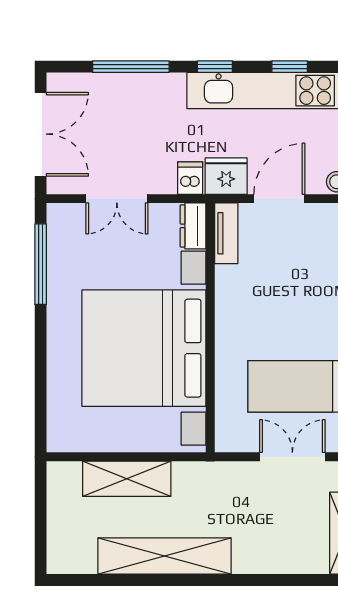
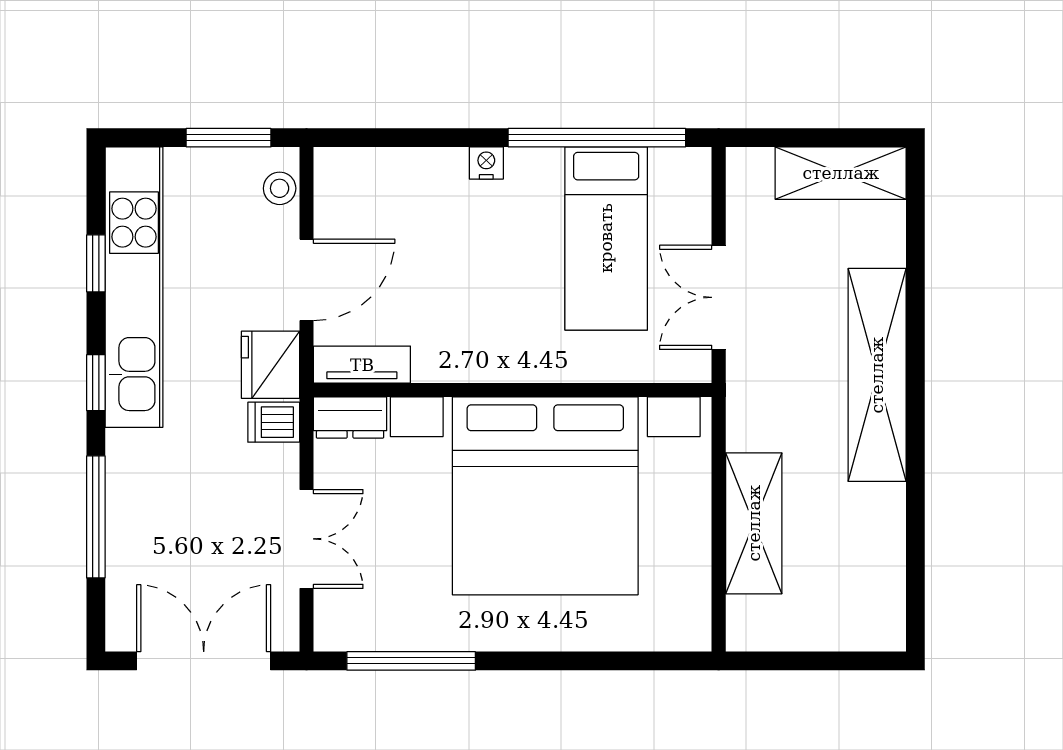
door: (279, 199) -> (306, 280), swing flipped
double door: (292, 457) -> (719, 297), moved
shelving: (164, 556) -> (877, 375), moved

